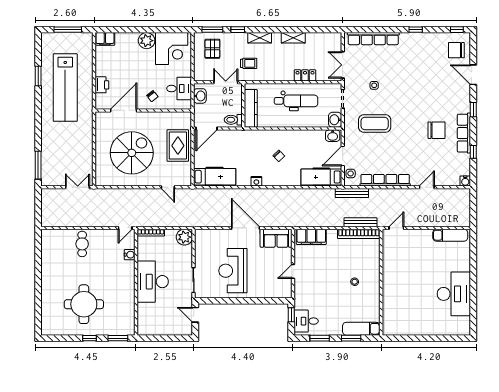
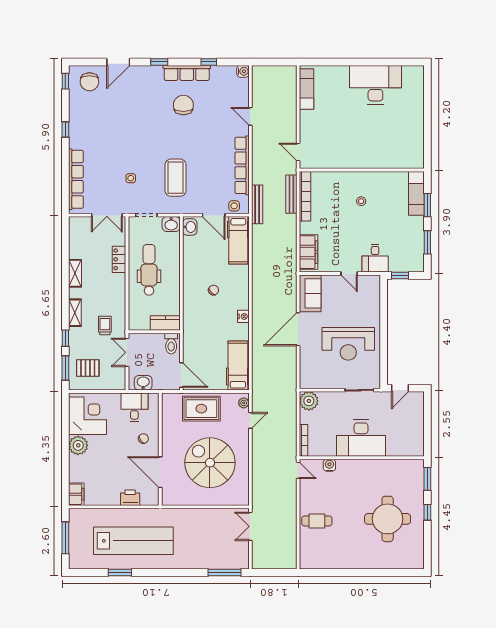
kitchen counter: (251, 108) -> (165, 323), width x0.67
plant: (183, 182) -> (244, 403), added
desk: (306, 321) -> (375, 258), moved

